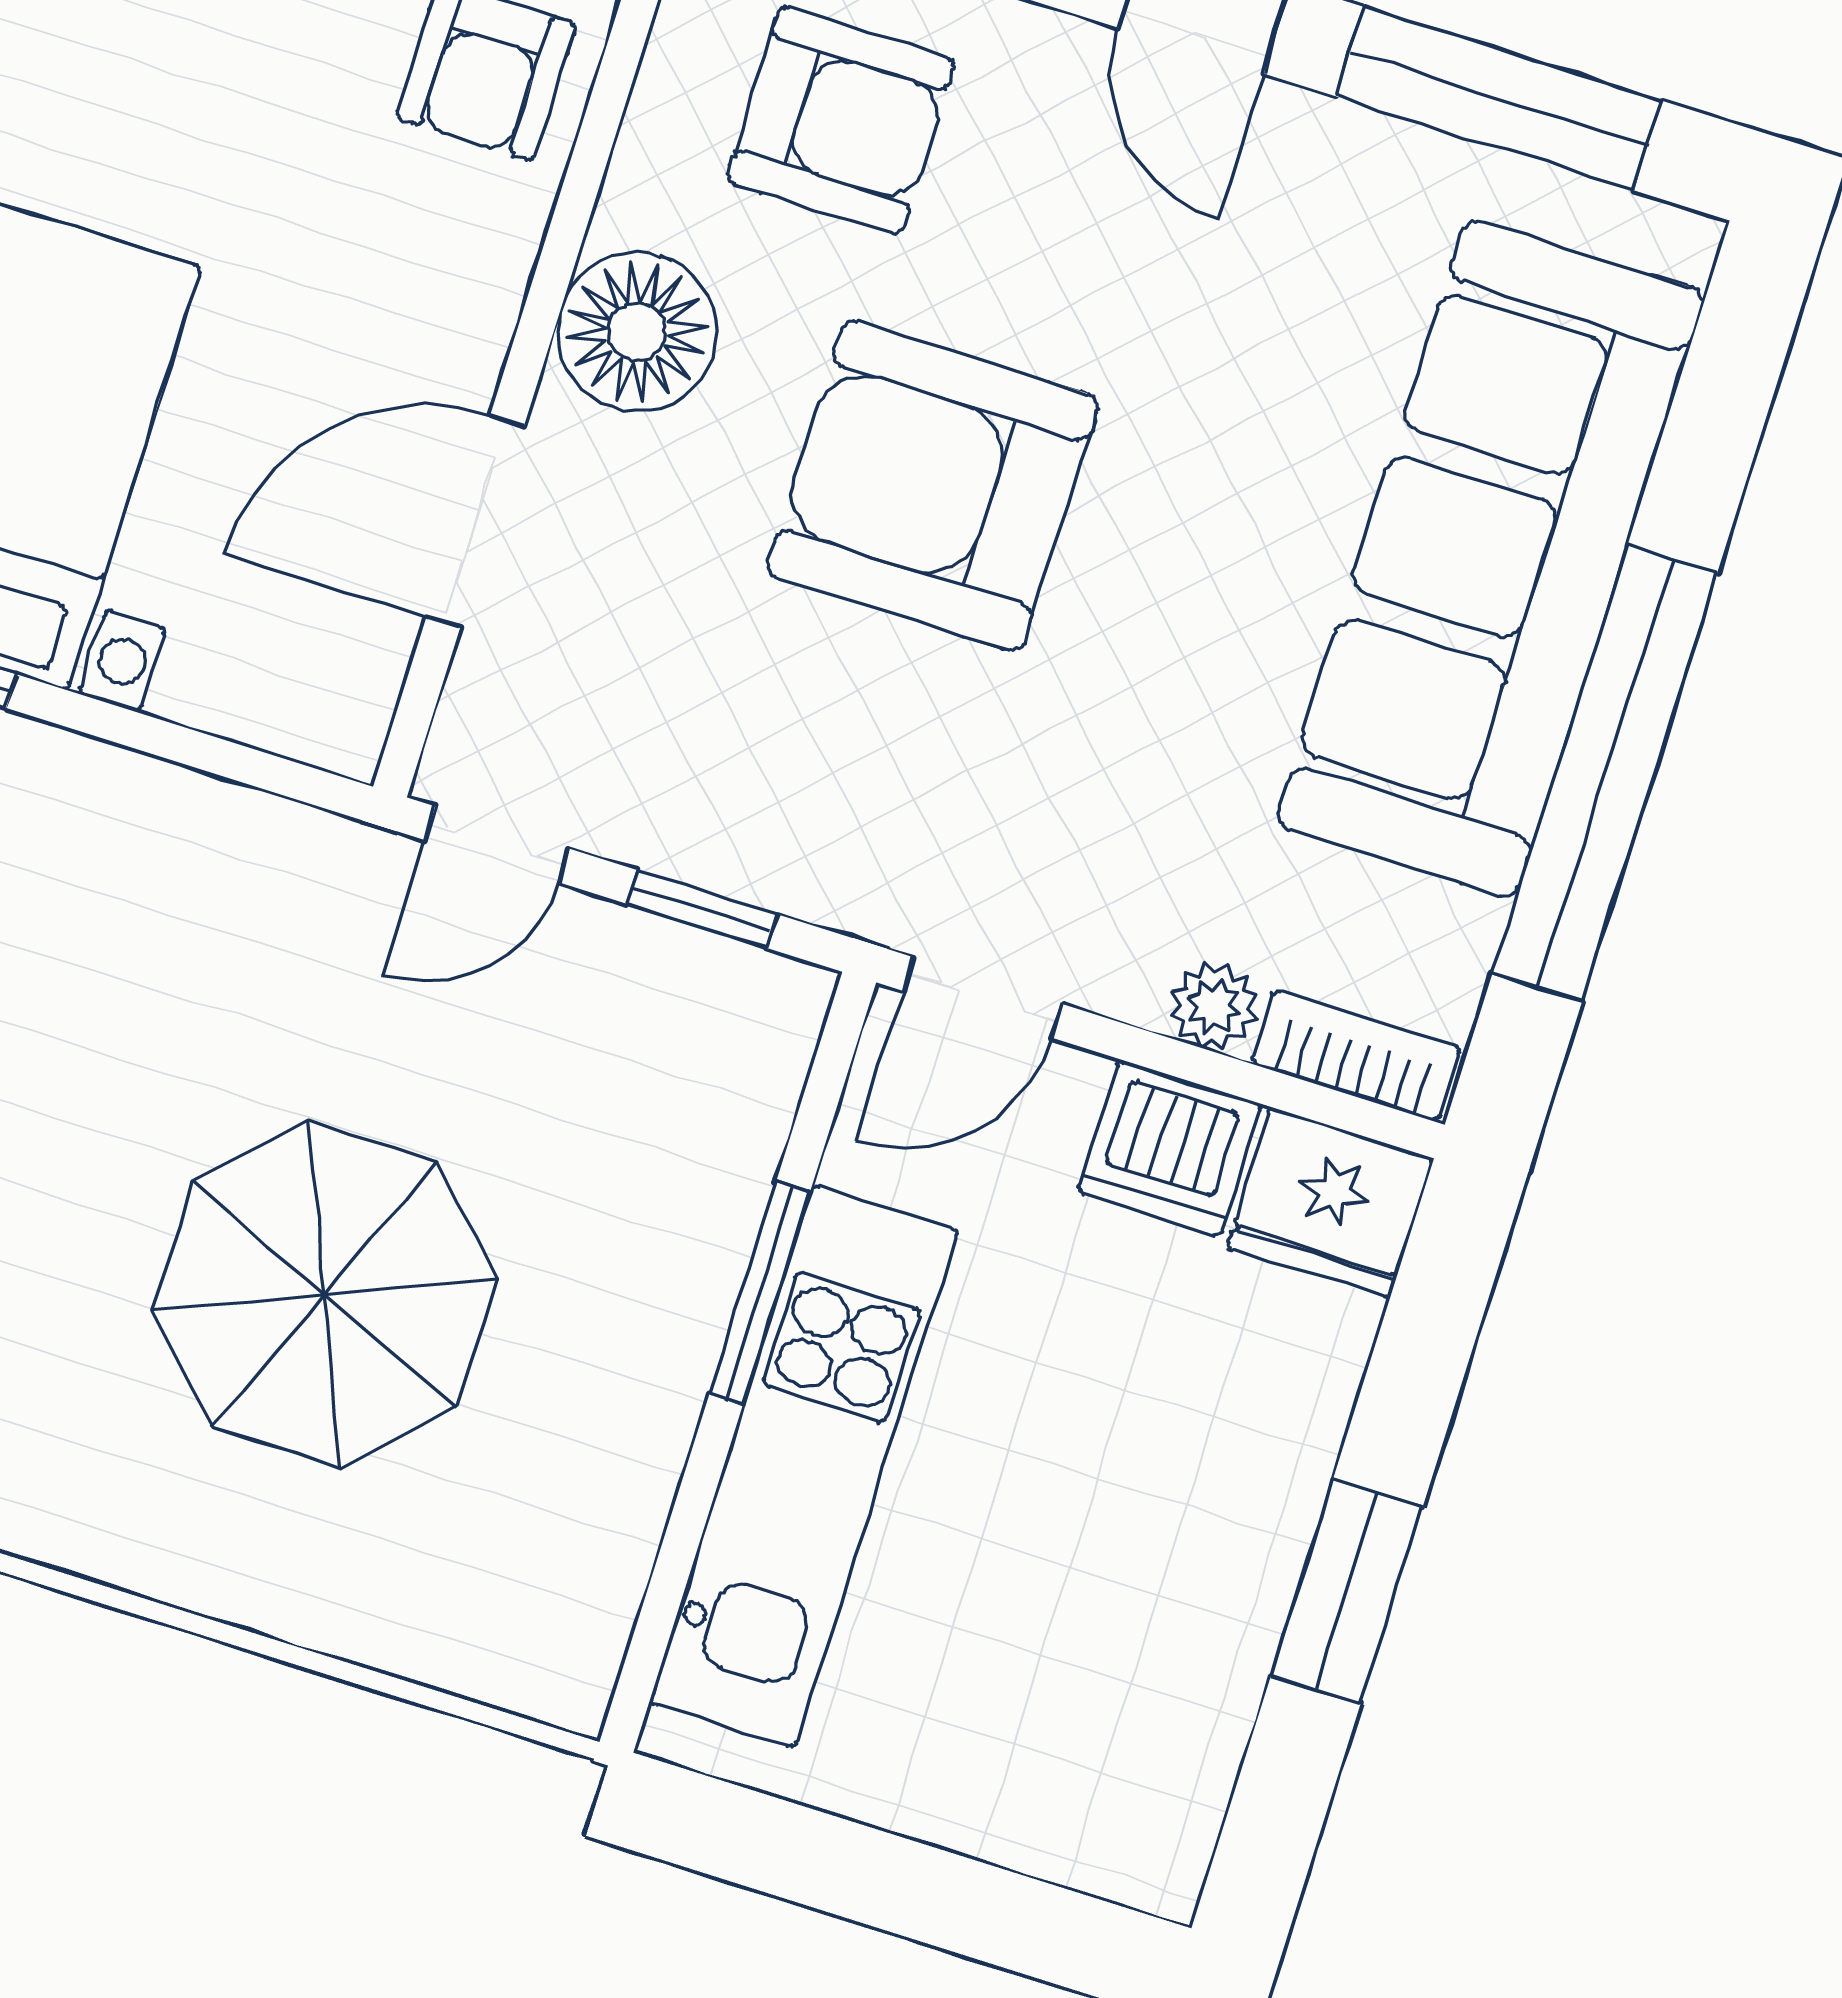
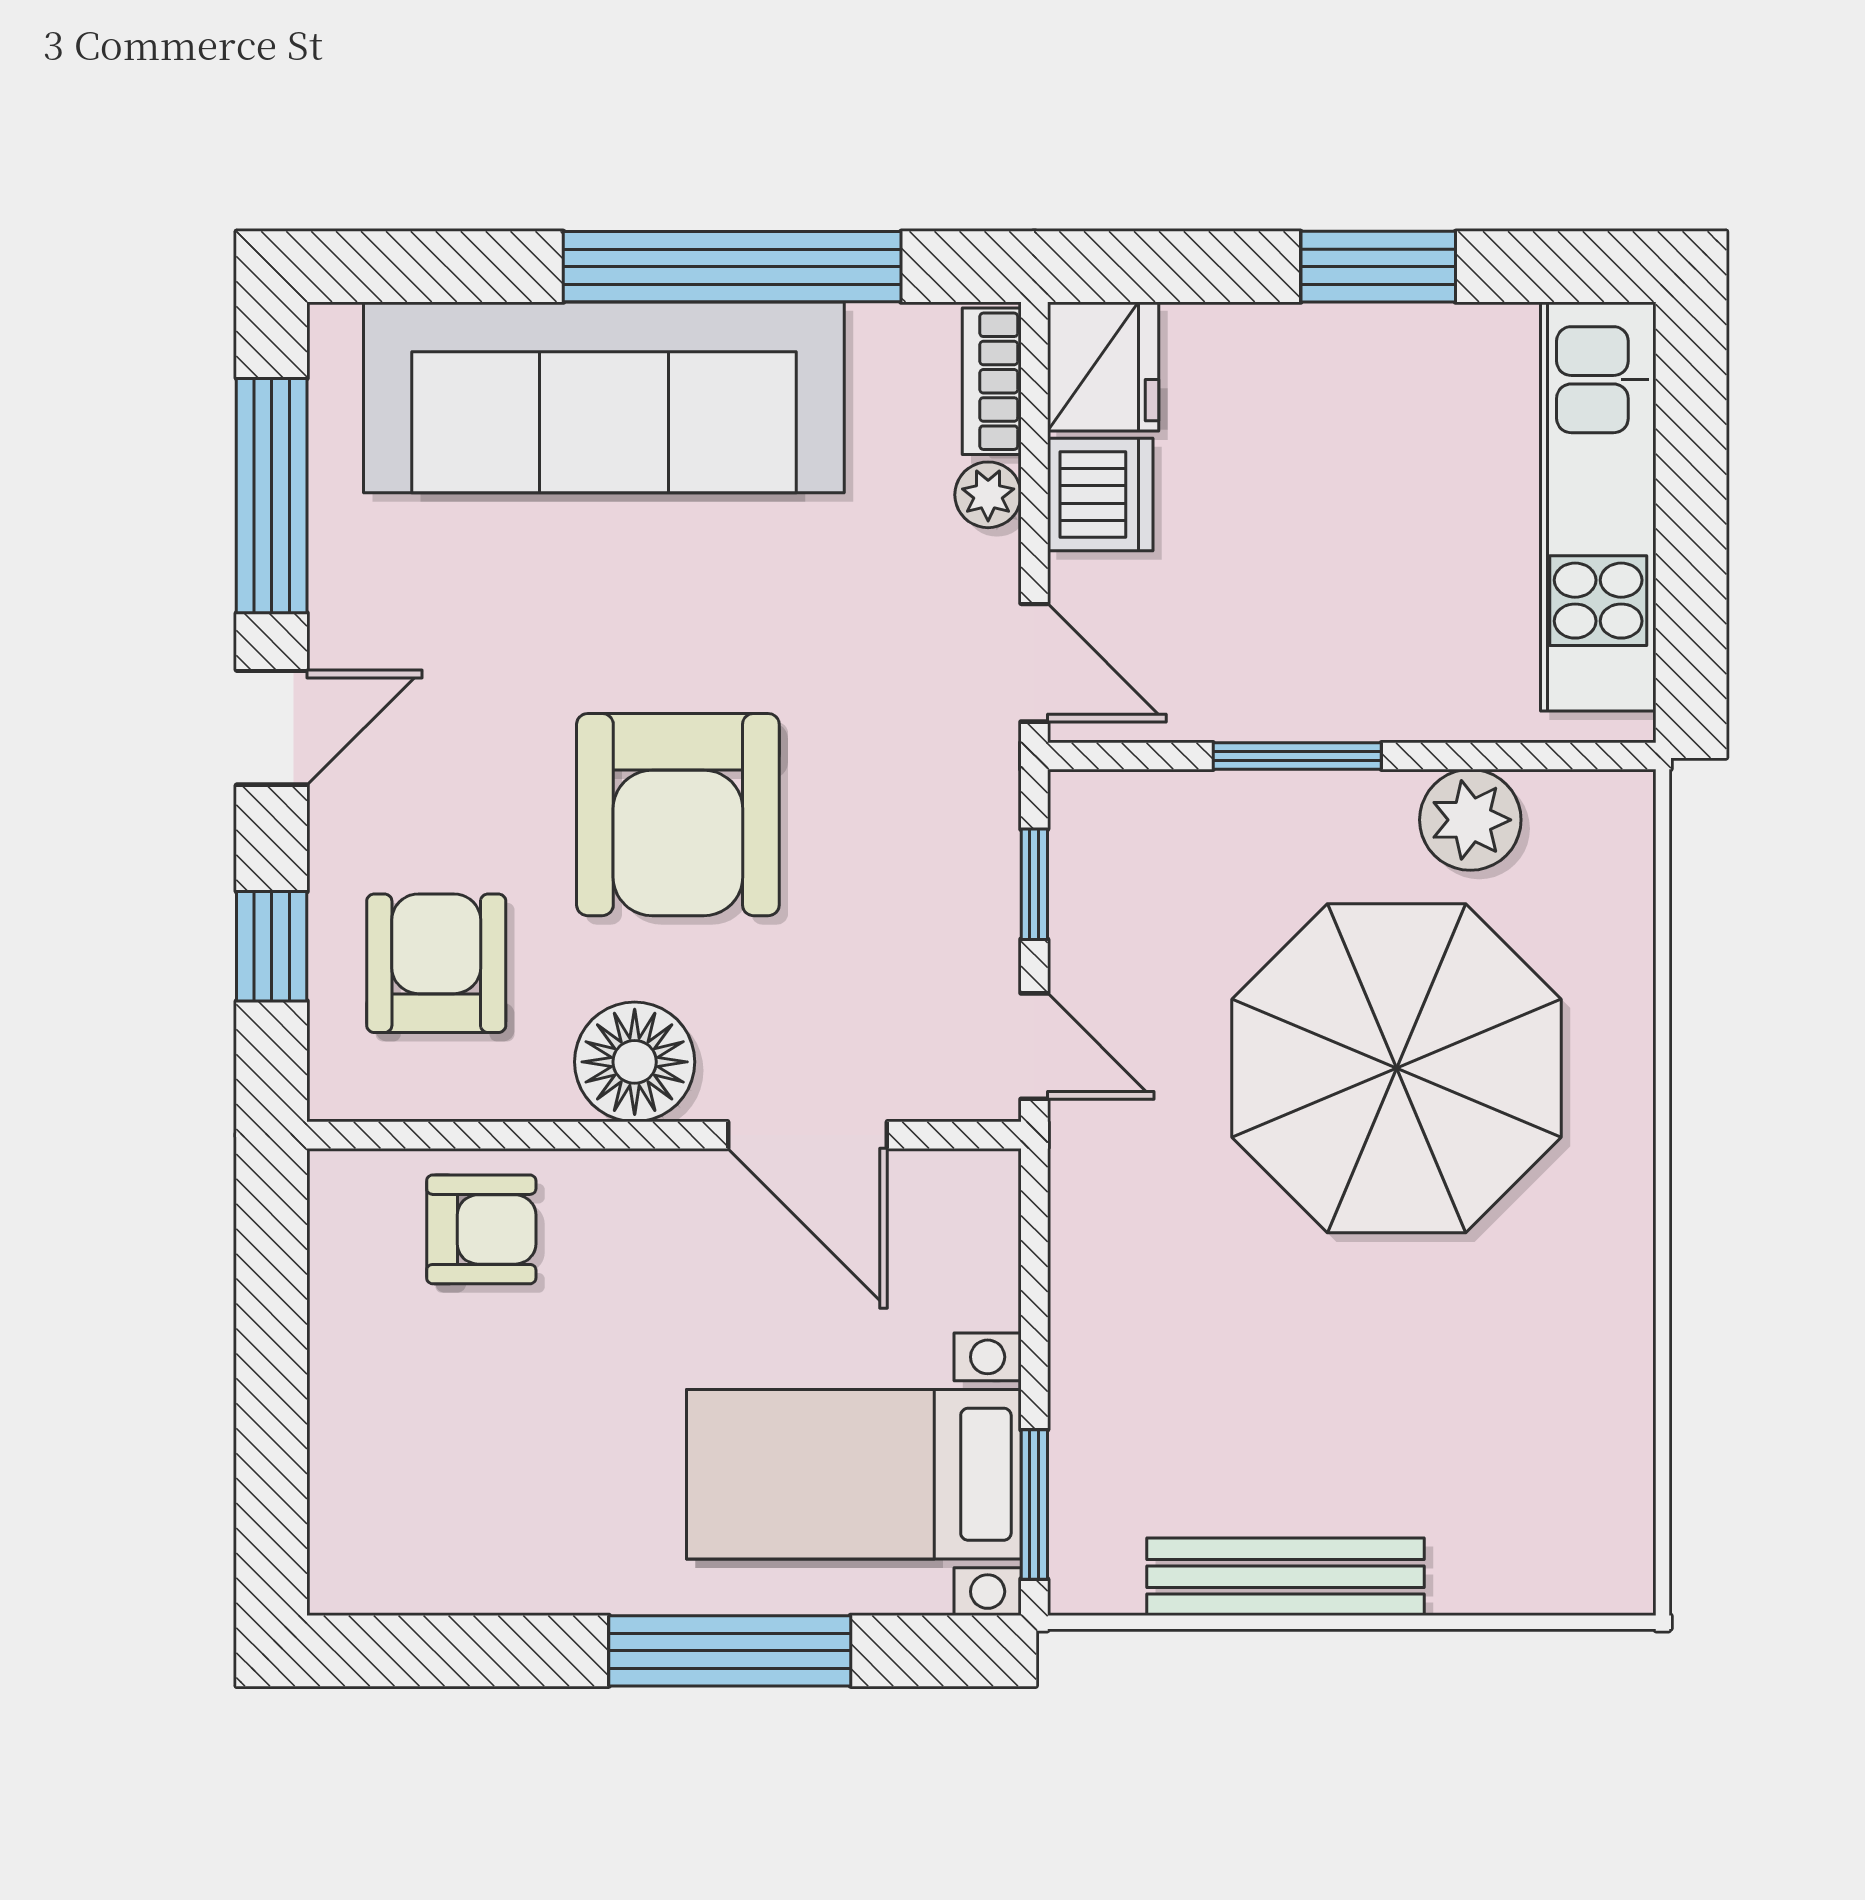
parasol: (324, 1294) -> (1397, 1068), width x1.36, depth x1.36
kitchen unit: (804, 1466) -> (1598, 507), moved, turned -90
plant: (610, 1487) -> (1470, 820), added

